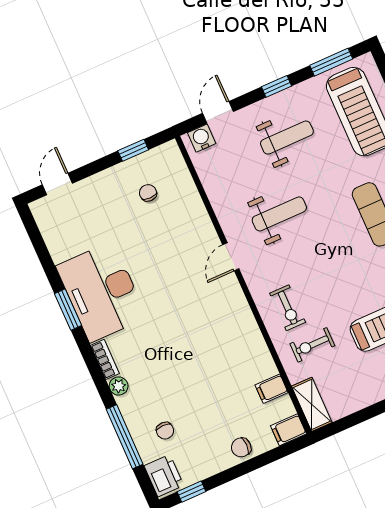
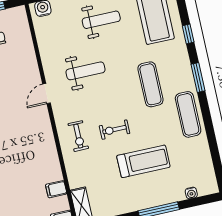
exercise bike: (312, 345) -> (115, 130), moved

